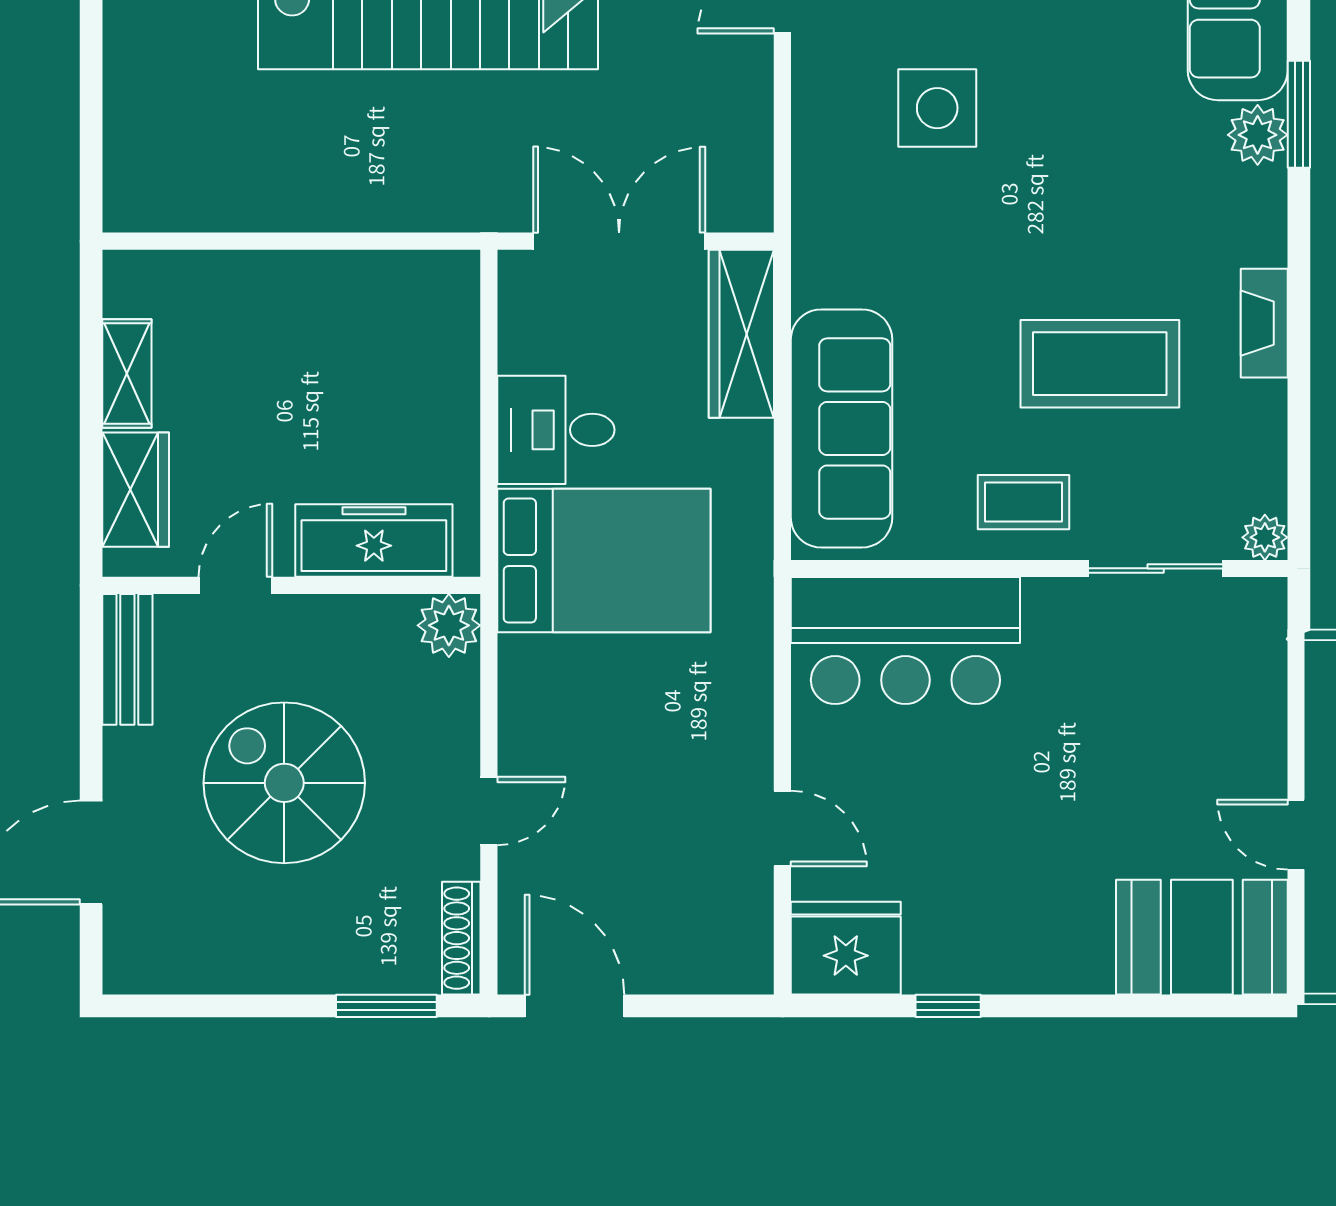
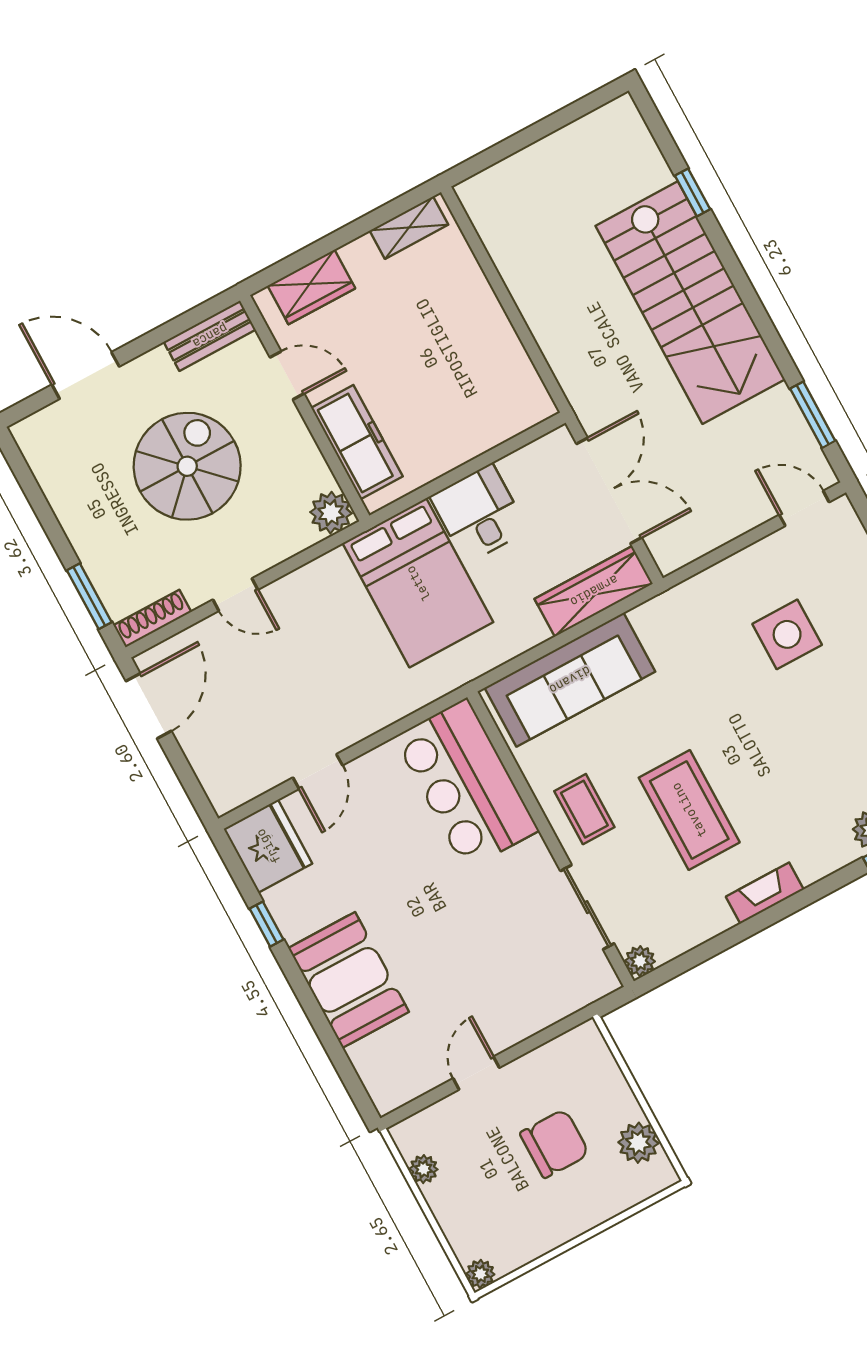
shelving: (127, 373) -> (409, 228), moved
booth: (1202, 937) -> (349, 980), moved

